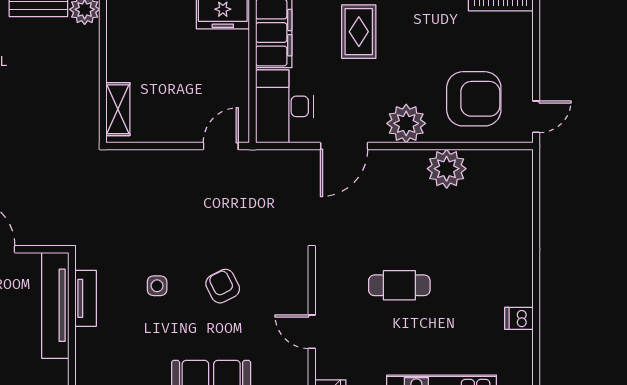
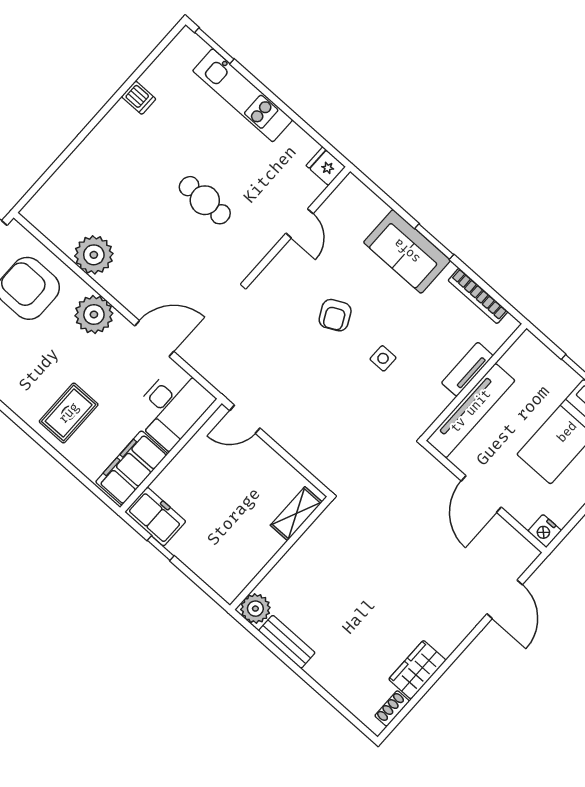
tv unit: (86, 298) -> (467, 369), moved

